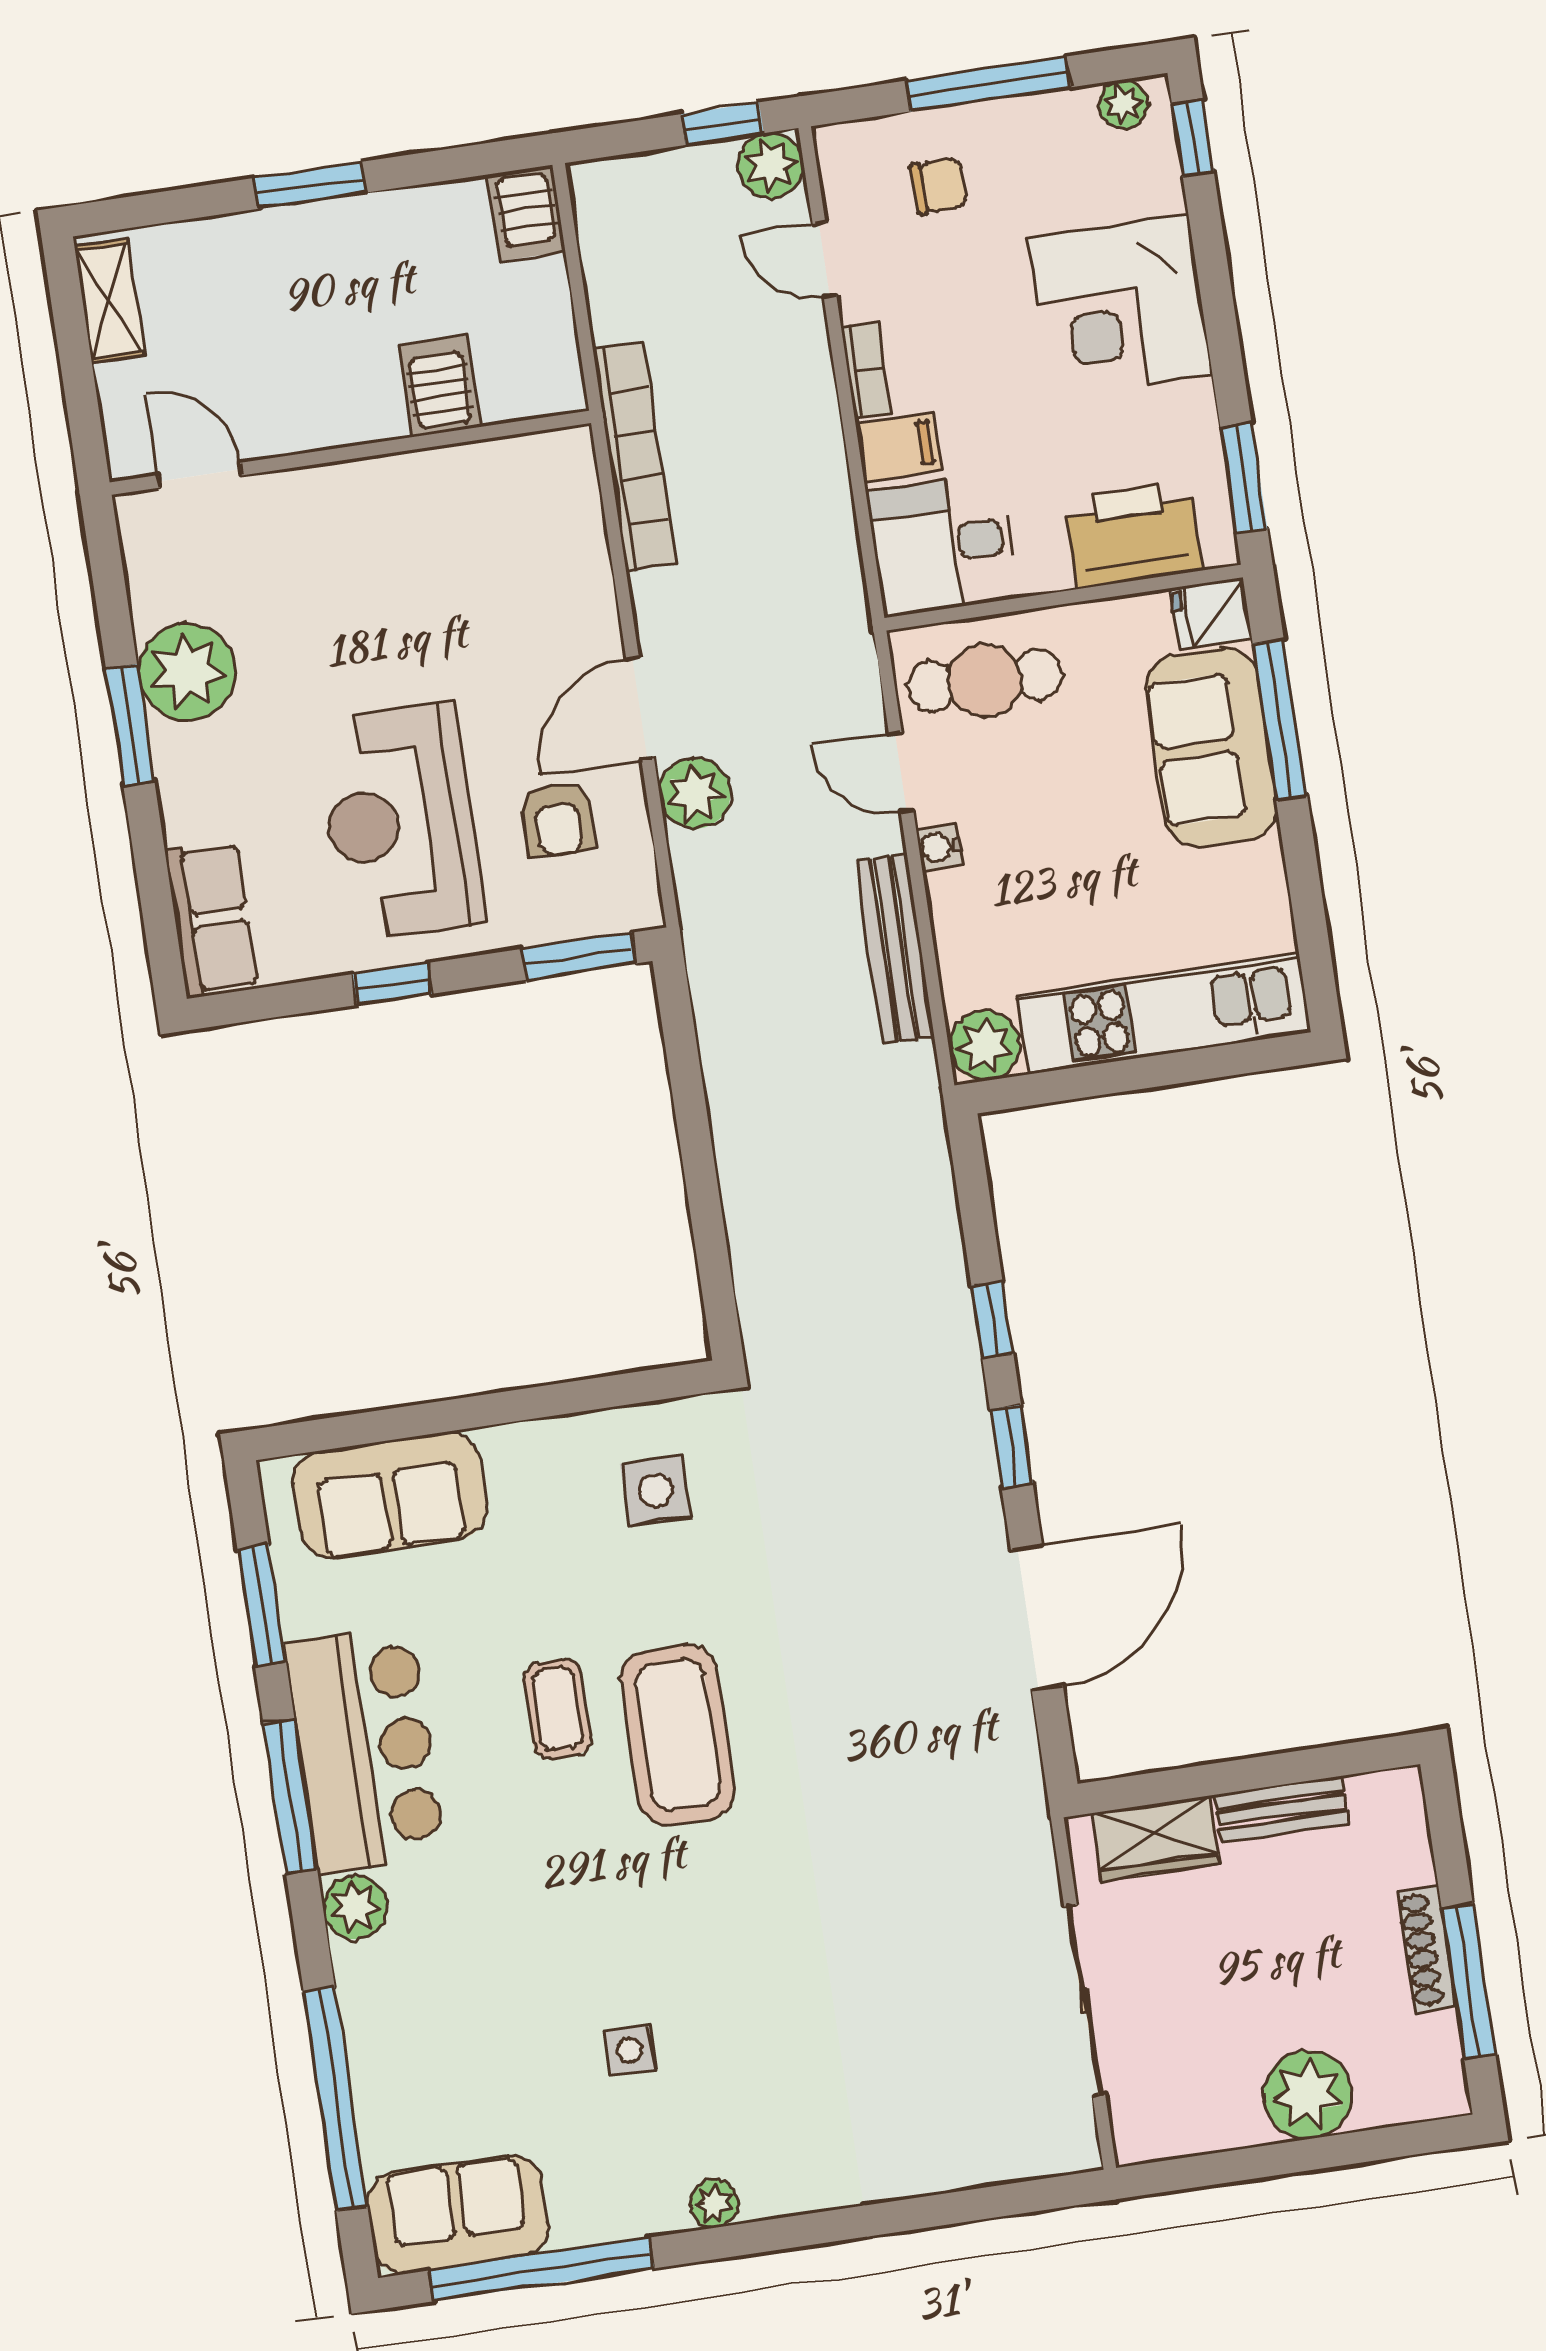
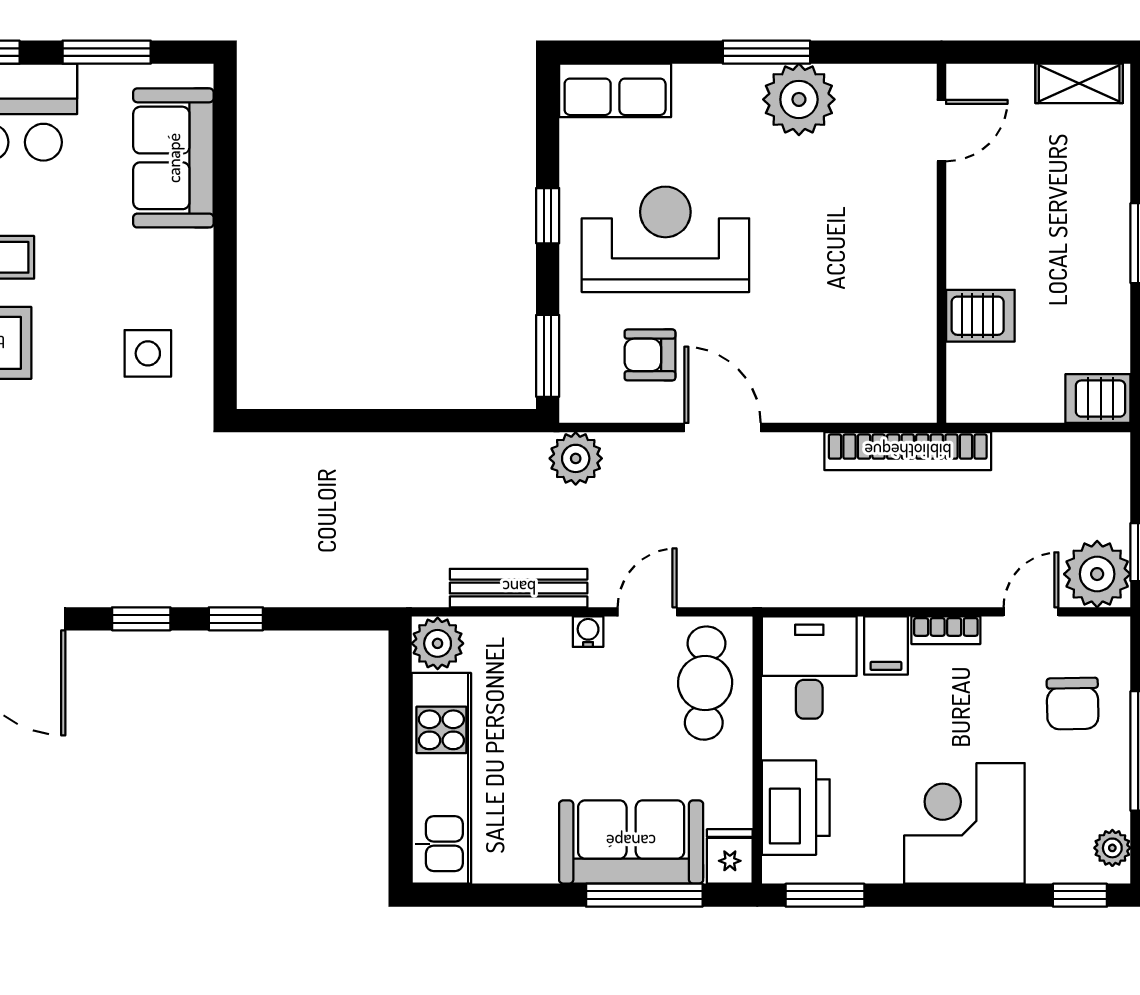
plant: (771, 165) -> (1097, 574), width x1.36, depth x1.36
chair: (939, 186) -> (1073, 704), width x1.37, depth x1.37
plant: (695, 793) -> (576, 458), moved

